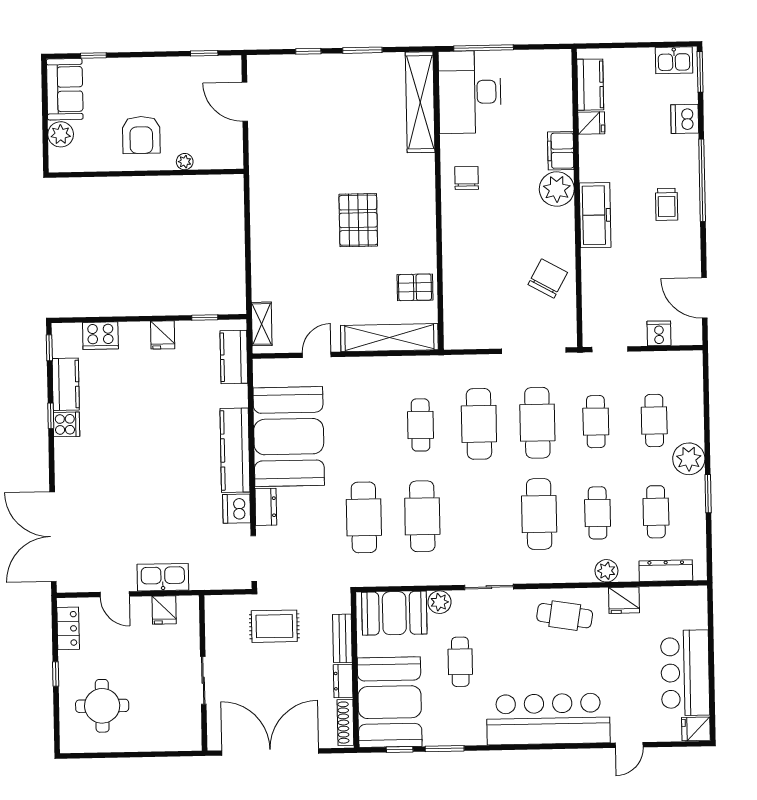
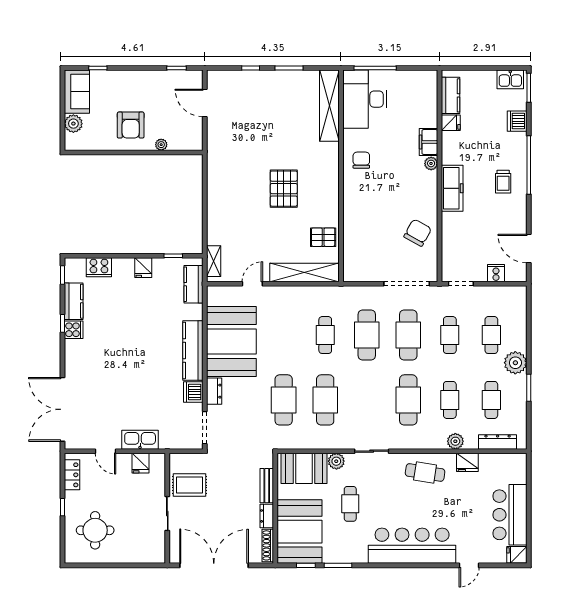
plant: (557, 189) -> (431, 163), width x0.53, depth x0.53
rug: (274, 626) -> (190, 485), moved

